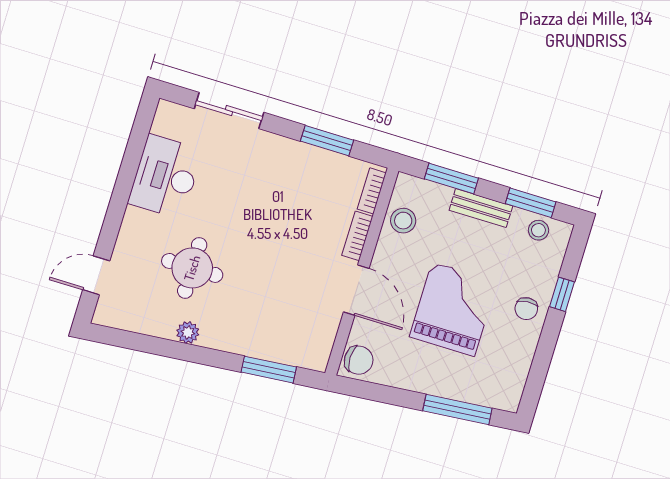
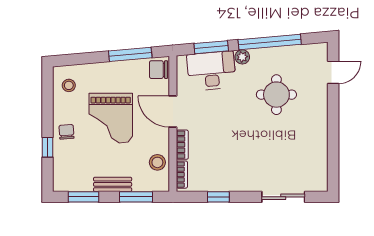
window: (327, 141) -> (218, 197), width x0.67
desk: (165, 177) -> (211, 71), moved, turned -95
stool: (538, 230) -> (69, 85), moved
plant: (188, 332) -> (242, 57), moved
window: (178, 350) -> (270, 42), added
window: (457, 409) -> (130, 54), moved

